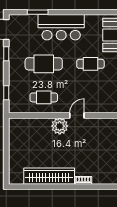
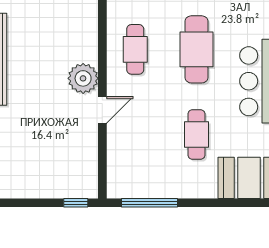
door: (77, 115) -> (102, 110), hinge flipped

